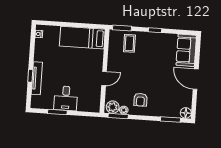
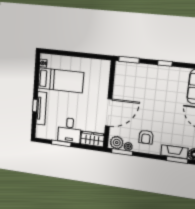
bed: (82, 38) -> (61, 80), moved, turned 180
coffee table: (129, 43) -> (136, 77), removed
door: (104, 78) -> (109, 113), width x1.88
wardrobe: (89, 105) -> (92, 139), added
fireplace: (167, 112) -> (174, 152), added

